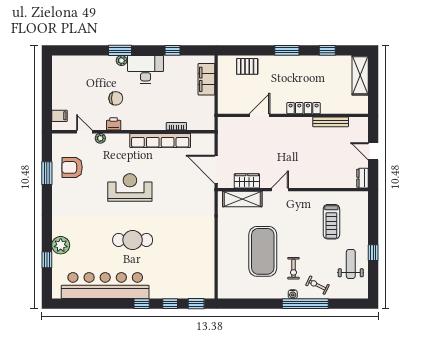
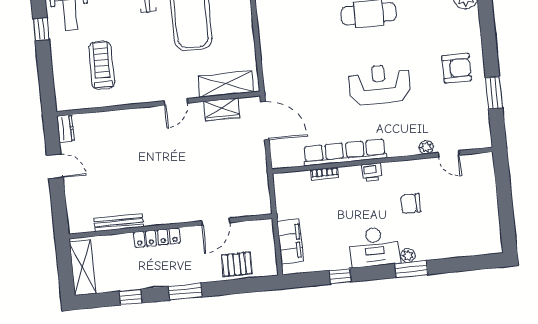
locker: (304, 108) -> (157, 238), moved
door: (259, 115) -> (216, 222), moved
wall: (293, 115) -> (171, 226), moved
filing cabinet: (59, 116) -> (485, 172), removed
bench: (331, 122) -> (119, 223), moved
printer: (114, 124) -> (372, 172), moved
armchair: (72, 167) -> (457, 68), moved
reception desk: (130, 188) -> (379, 84), turned 180

